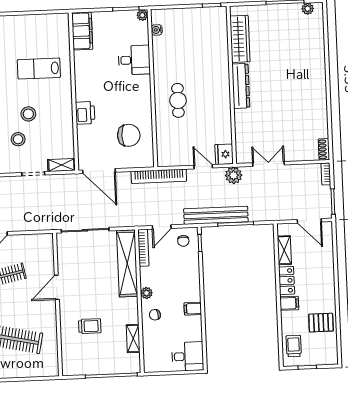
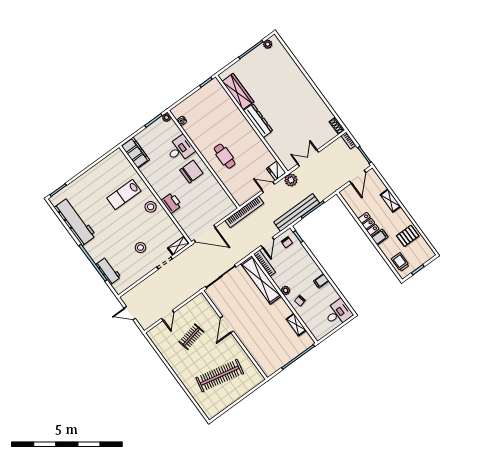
stool: (28, 114) -> (151, 207), moved
chair: (129, 135) -> (191, 172), moved
door: (309, 221) -> (358, 177), hinge flipped
shelving: (284, 250) -> (390, 201), moved
trolley: (90, 326) -> (264, 335), removed

